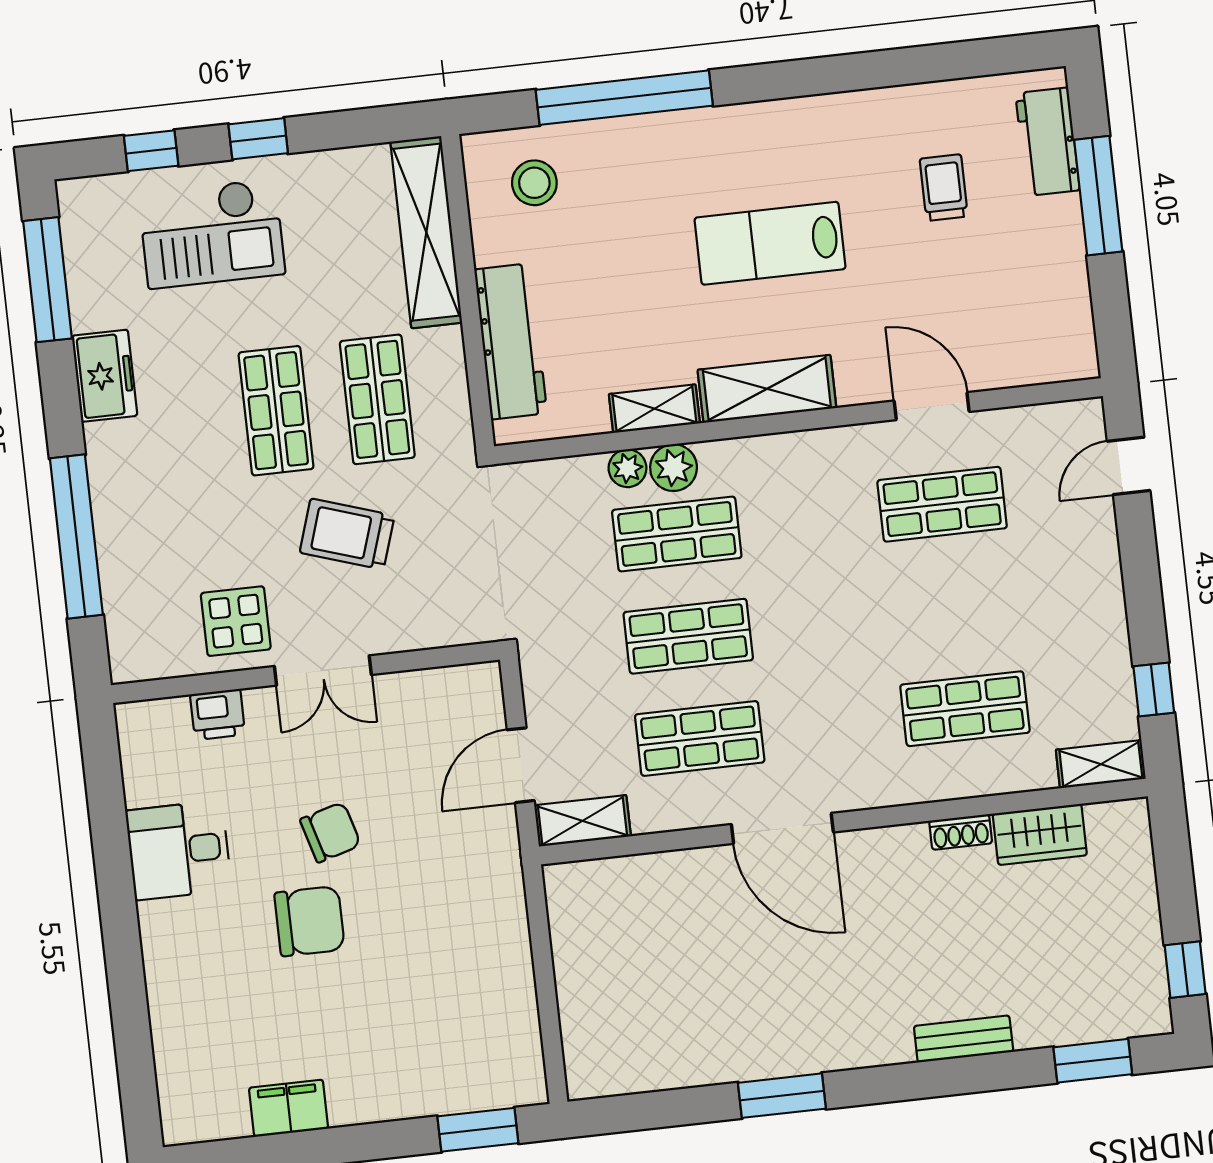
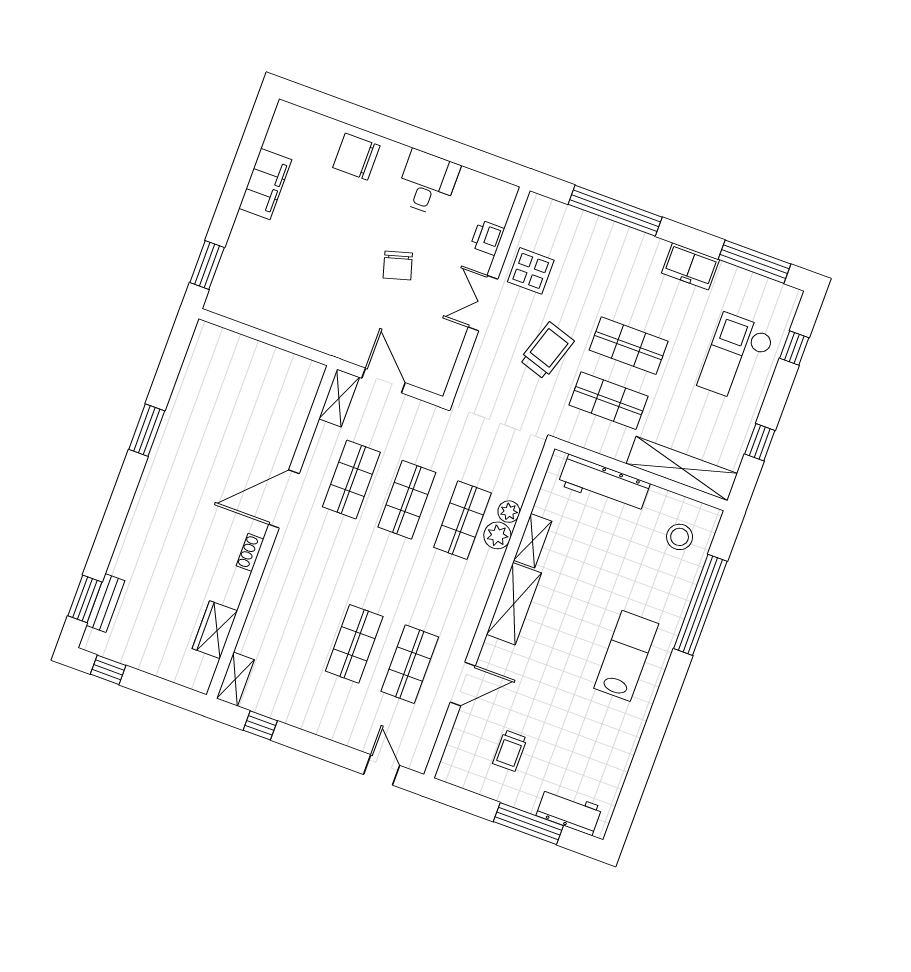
window: (258, 139) -> (760, 442), moved
trolley: (944, 188) -> (510, 751), moved, turned 90
lab bench: (770, 243) -> (626, 656), moved
shop shelf: (965, 709) -> (354, 644), moved
shoe rack: (961, 832) -> (250, 552), moved
chair: (310, 921) -> (356, 157), moved, turned 90
bench: (964, 1039) -> (105, 603), moved
filing cabinet: (289, 1108) -> (265, 184), width x1.50, depth x1.17

